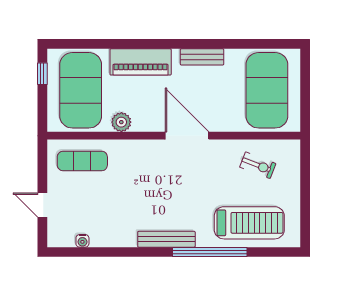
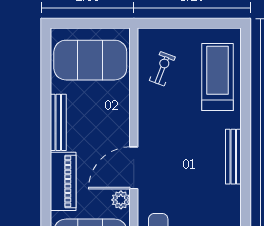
bench: (202, 57) -> (58, 122), width x1.36
door: (187, 136) -> (134, 168), moved
window: (210, 252) -> (246, 115), removed

